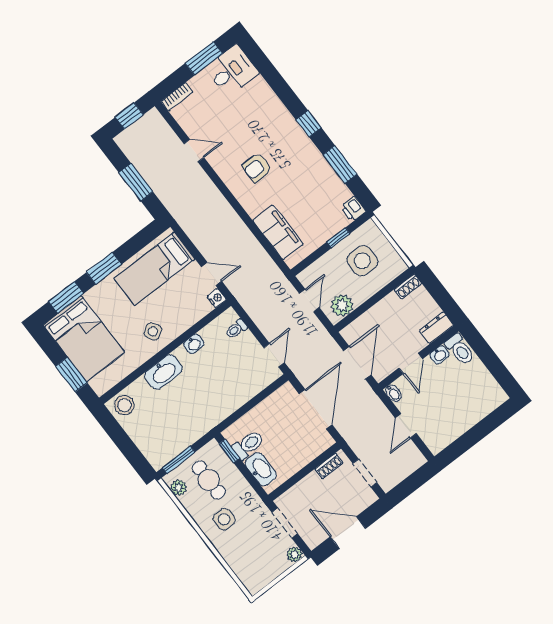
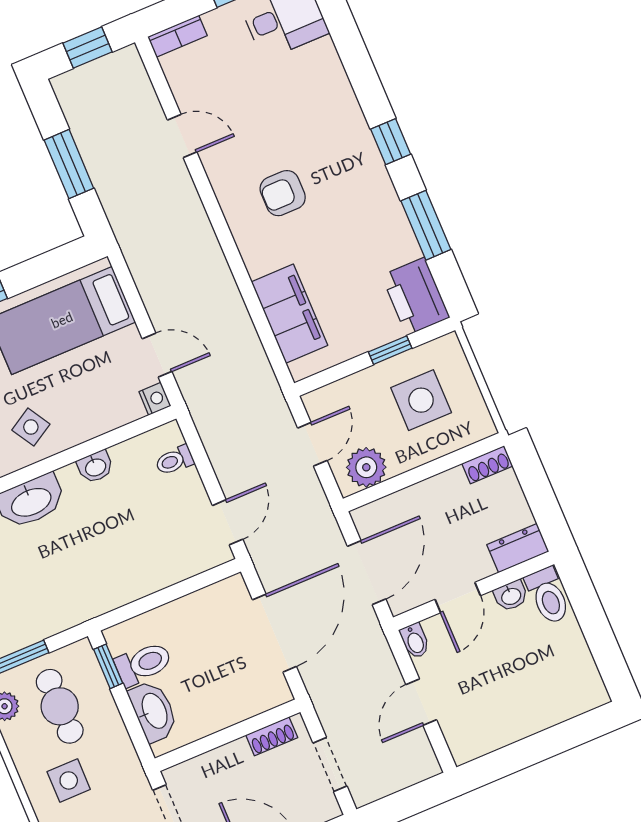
printer: (353, 209) -> (416, 296), width x1.87, depth x1.48

